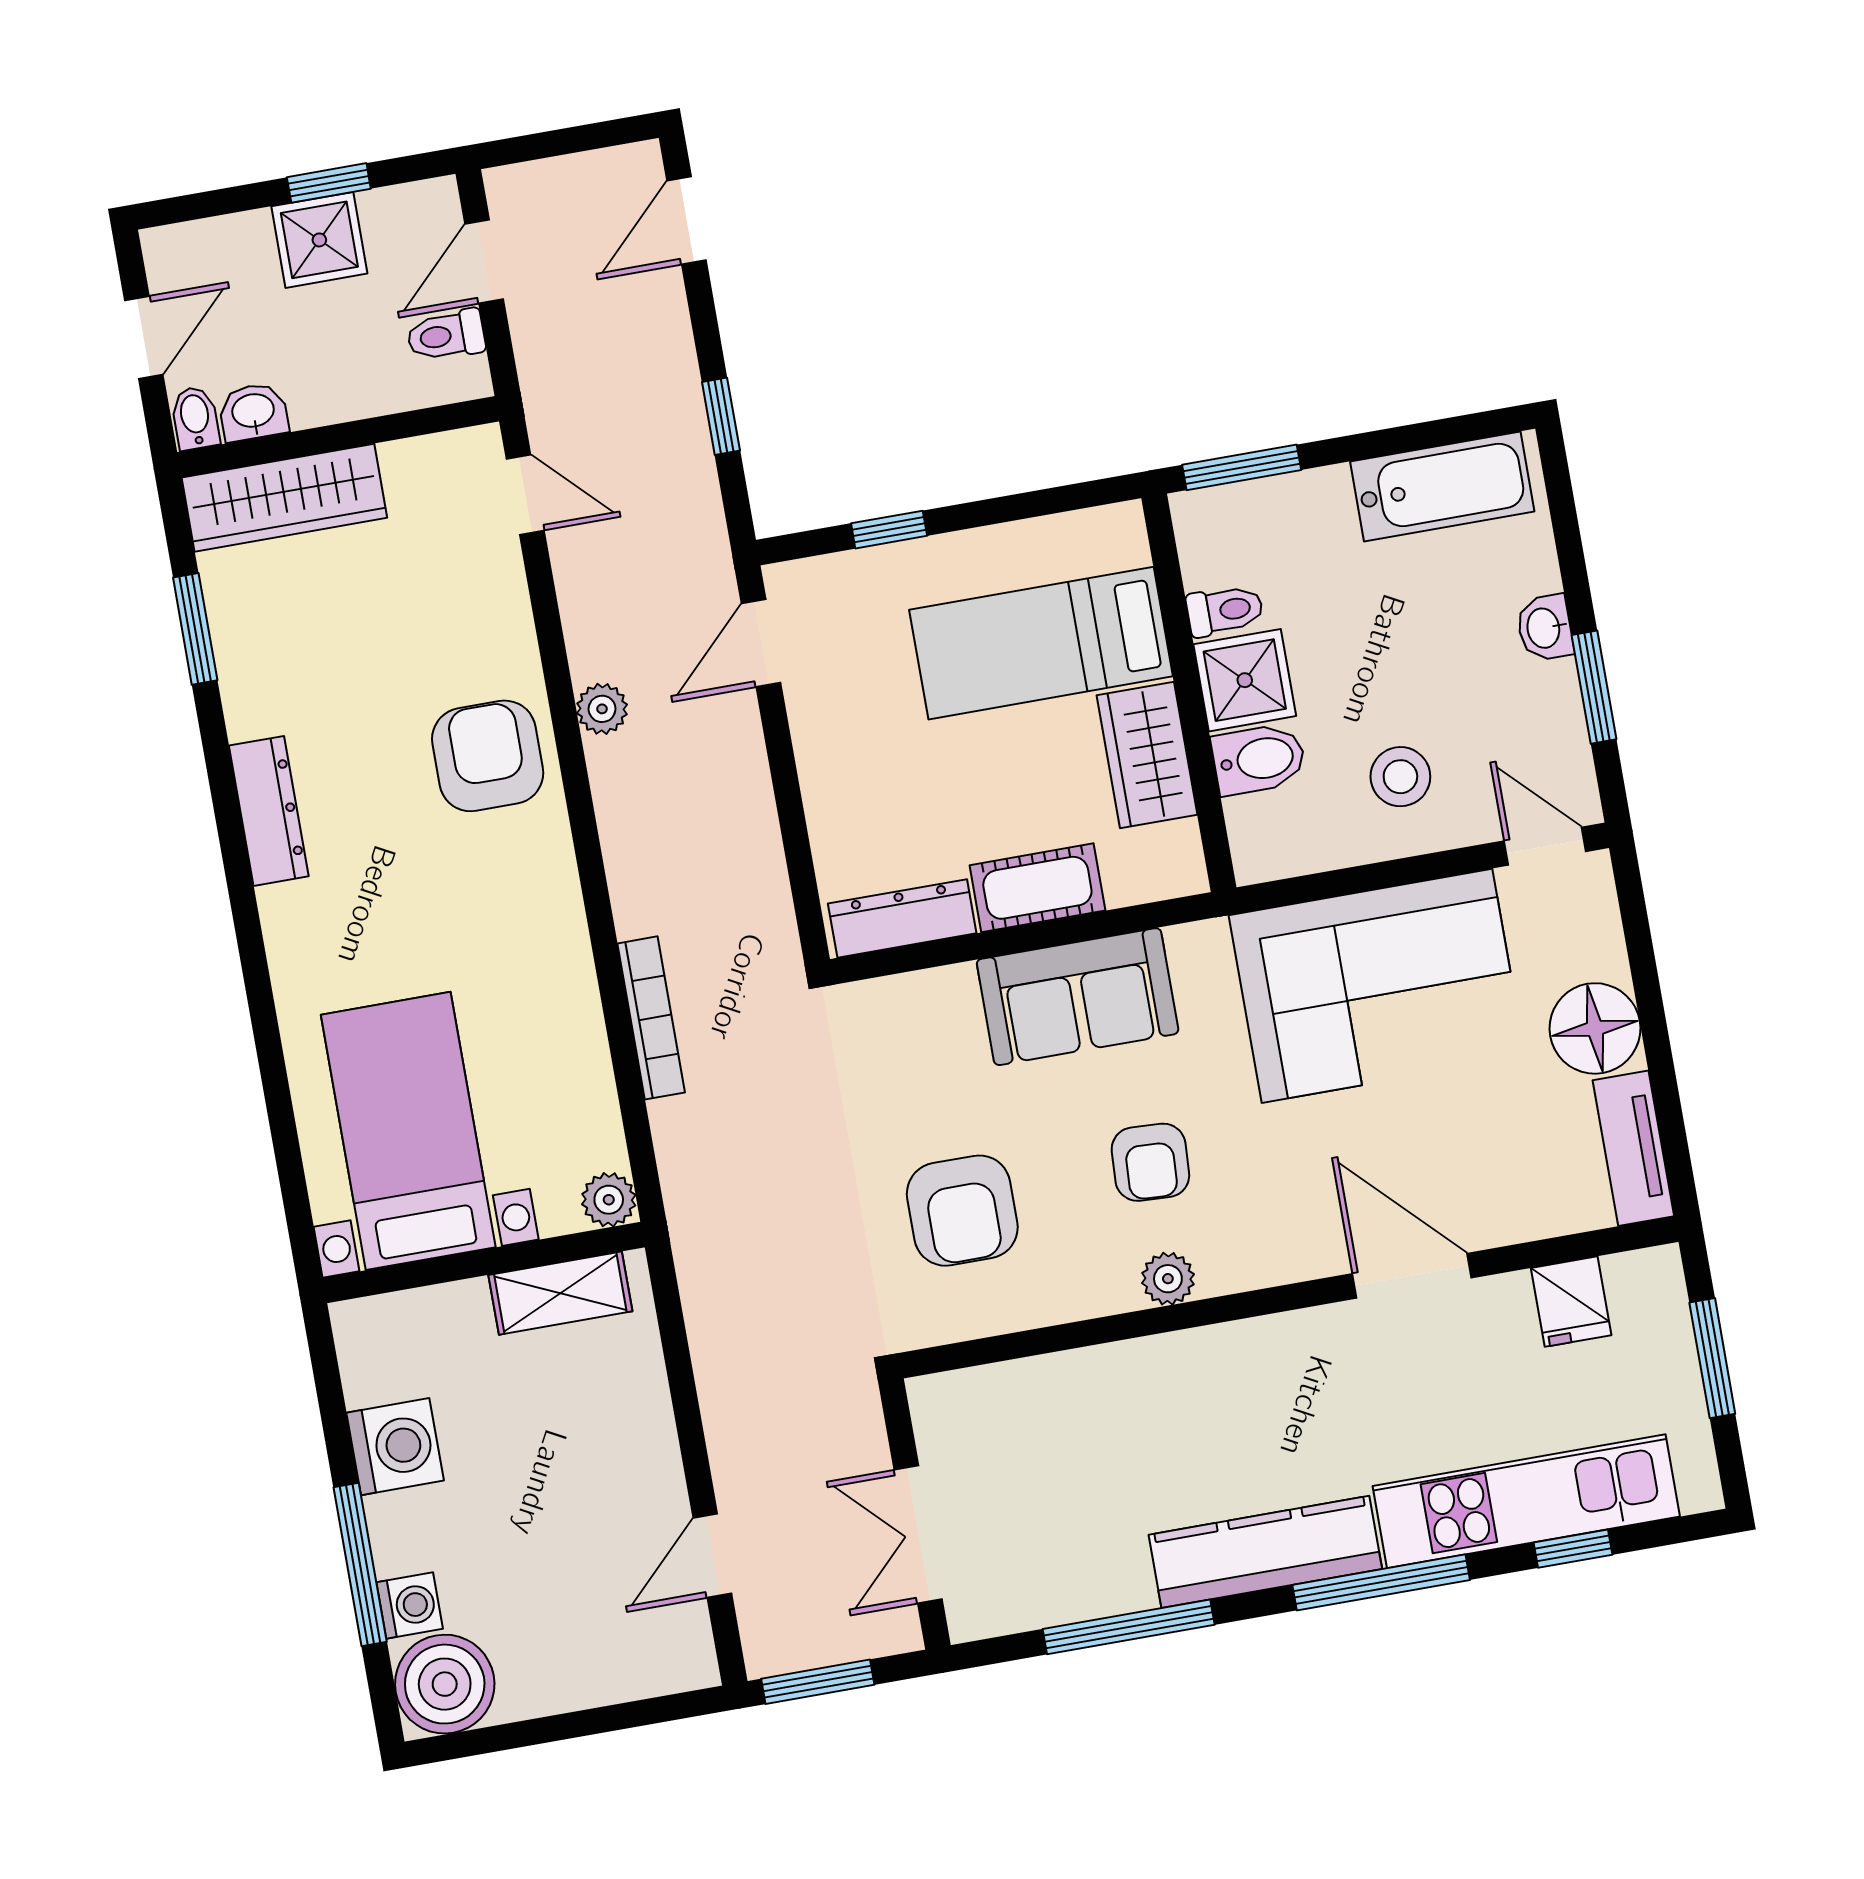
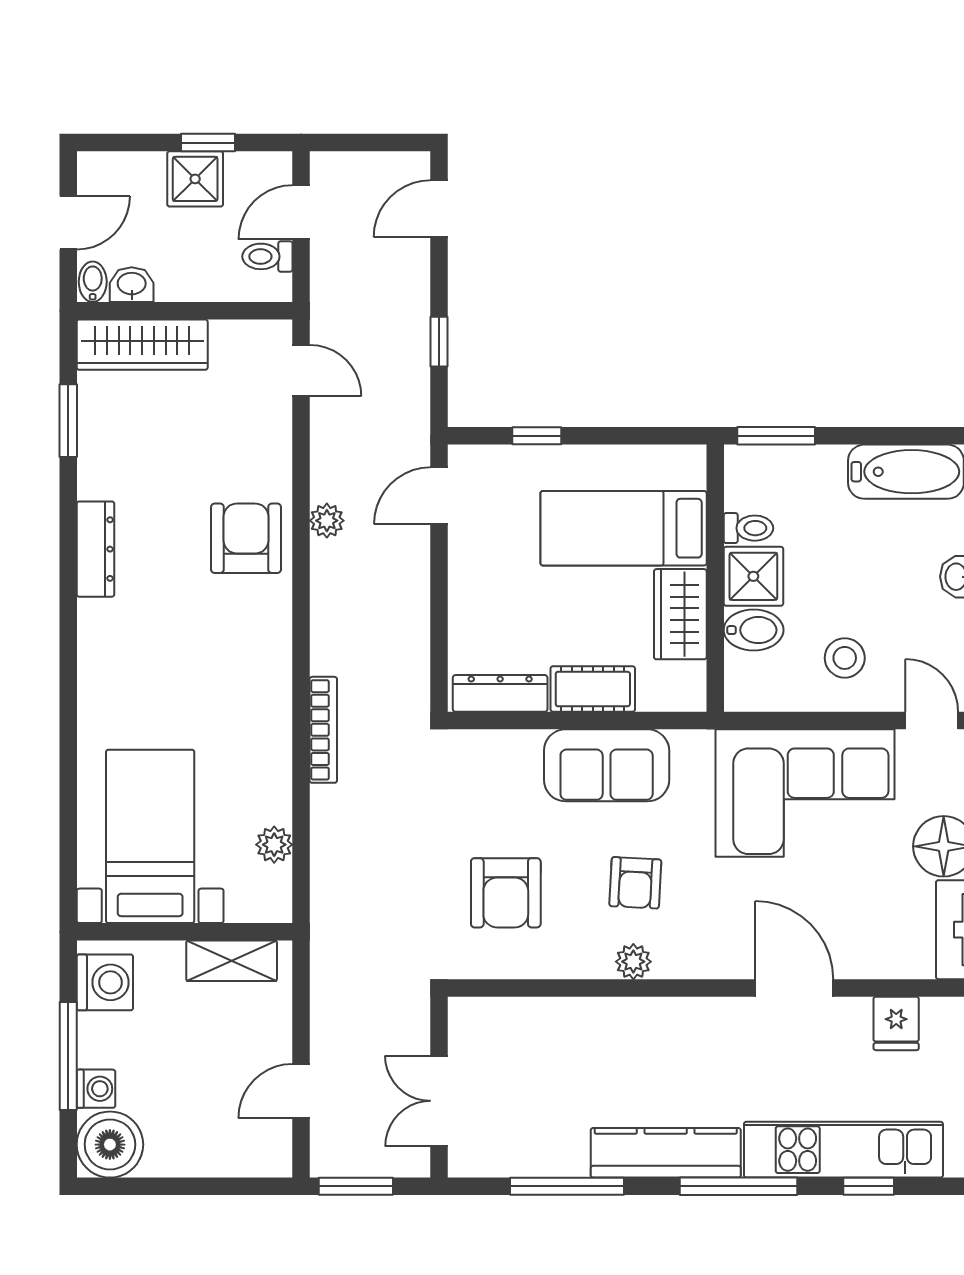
bed with nightstands: (408, 1131) -> (150, 836), moved
wall: (484, 1263) -> (185, 932), moved
shelving: (560, 1293) -> (232, 961), moved

